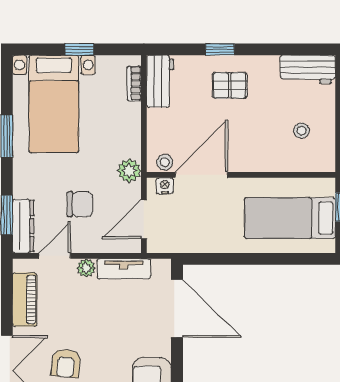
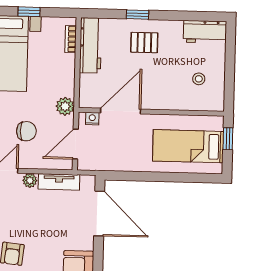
workbench: (160, 81) -> (91, 45), width x1.38
stool: (165, 162) -> (93, 101), removed

